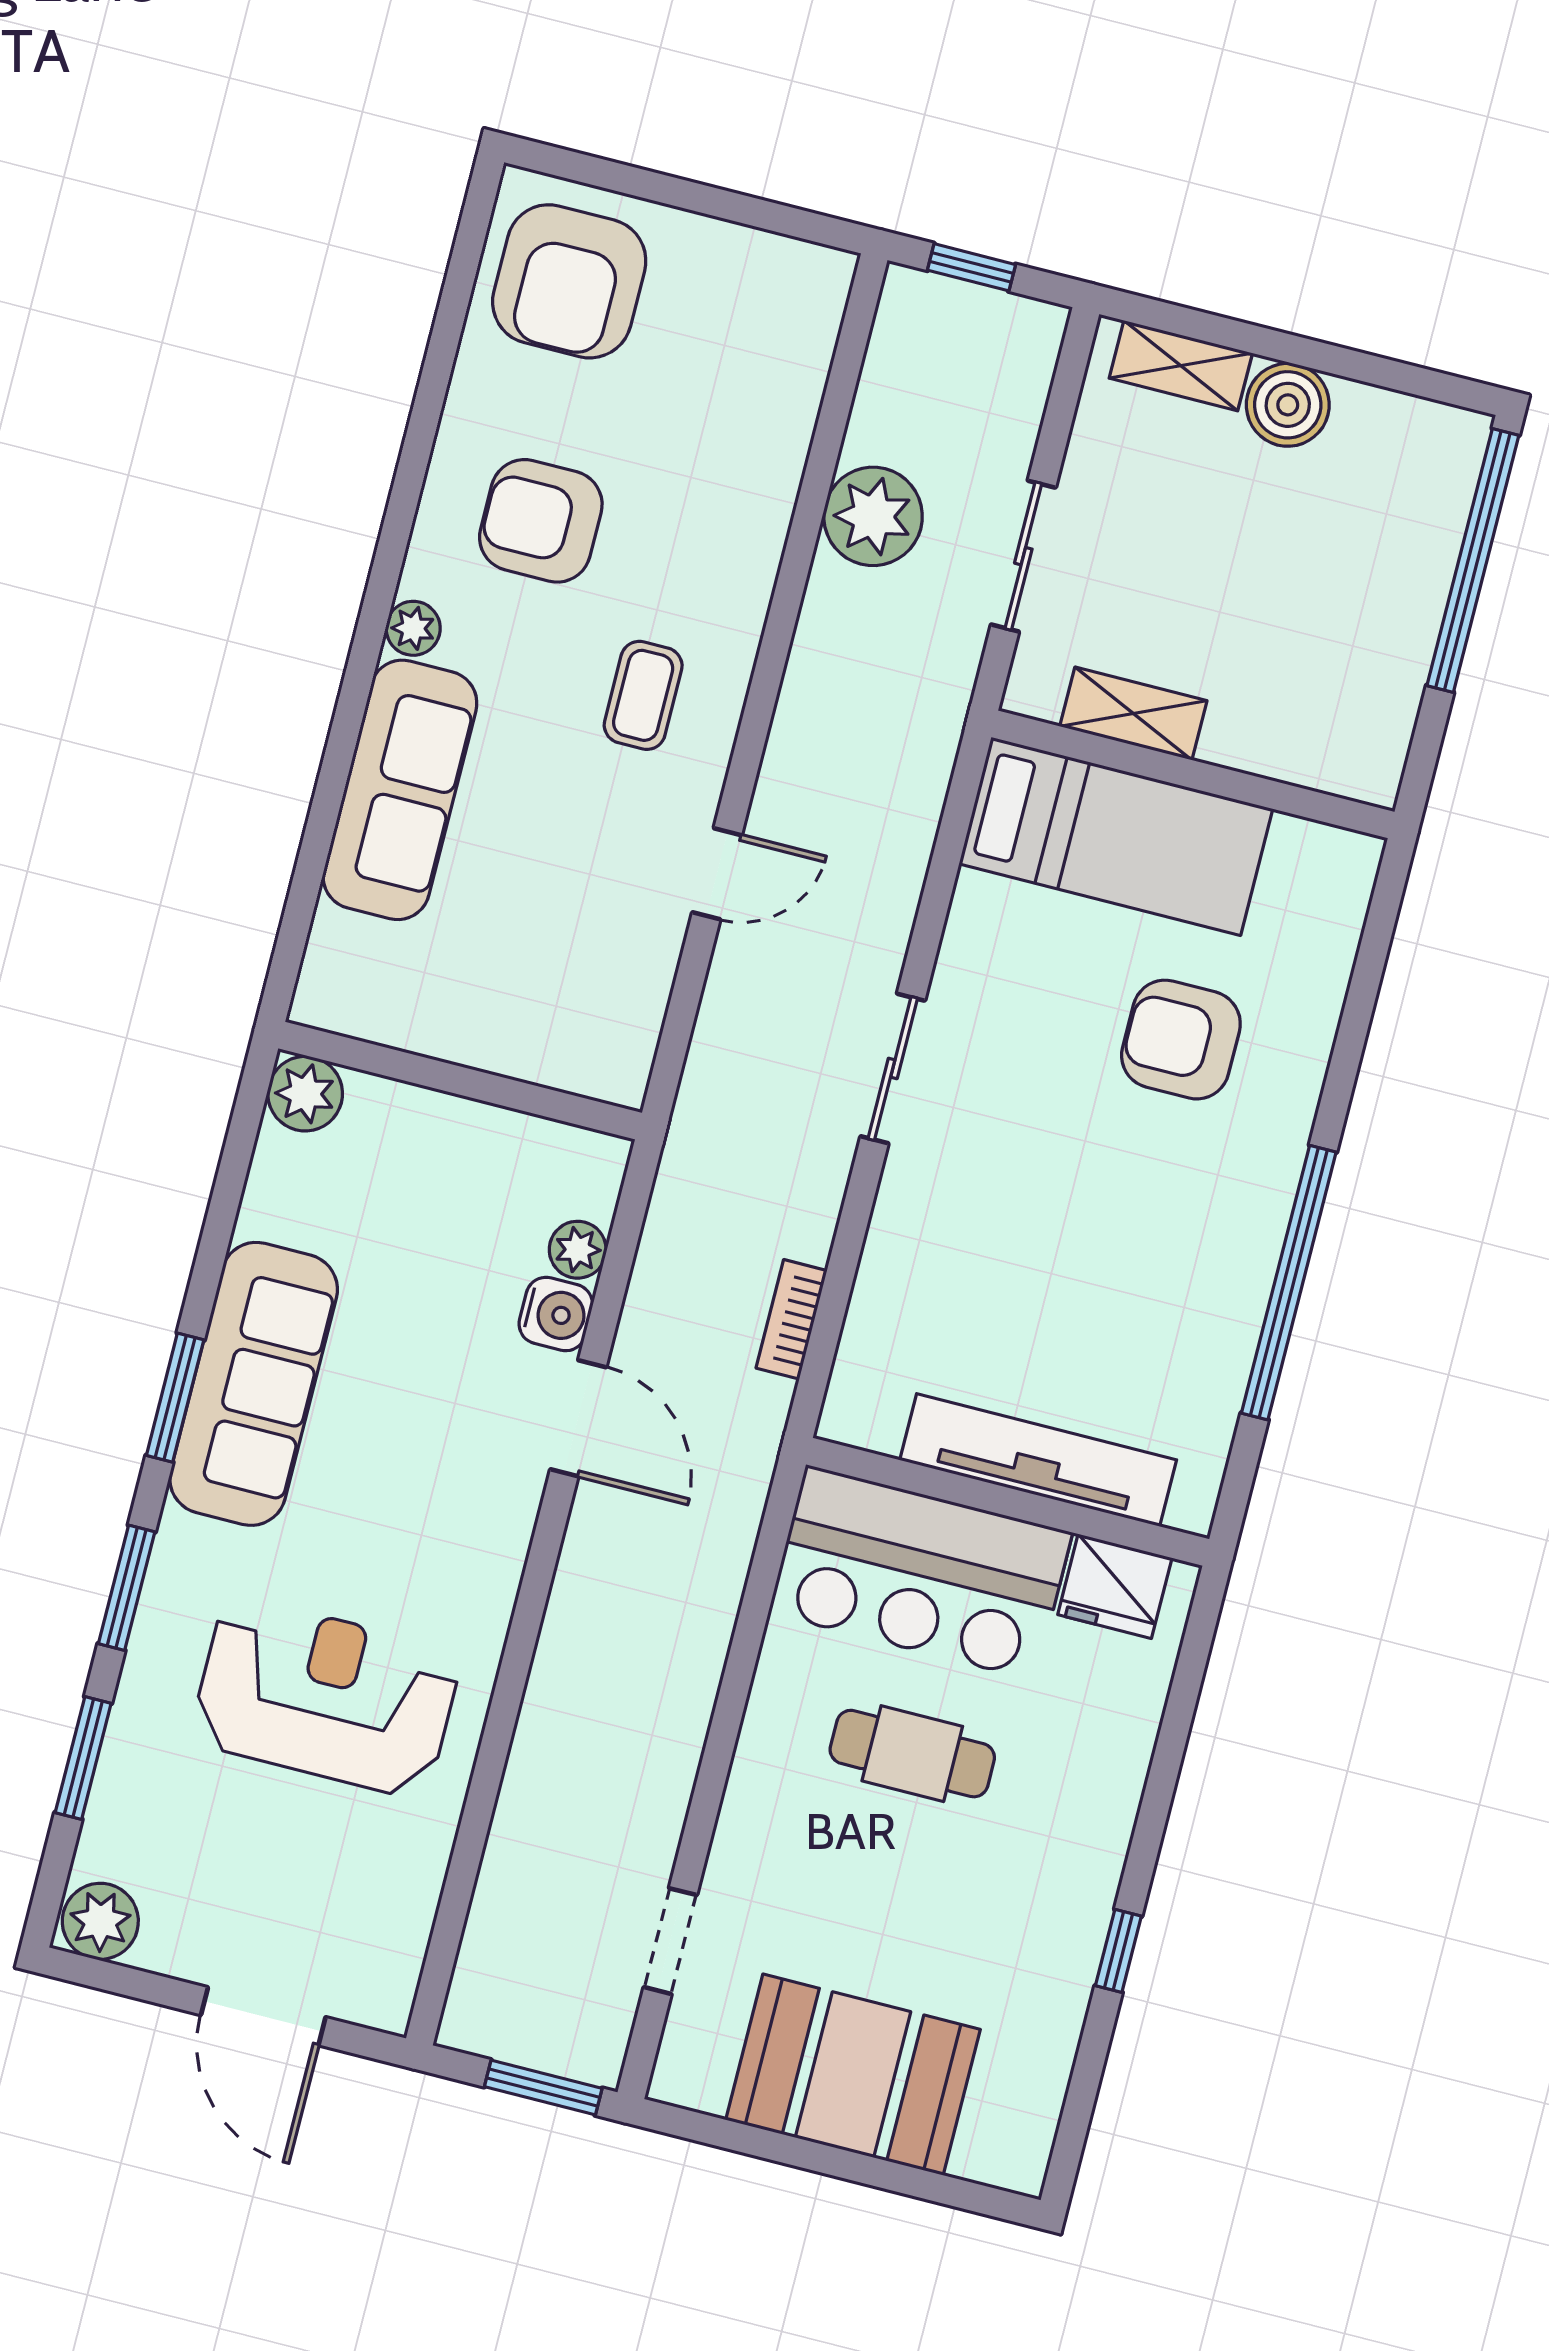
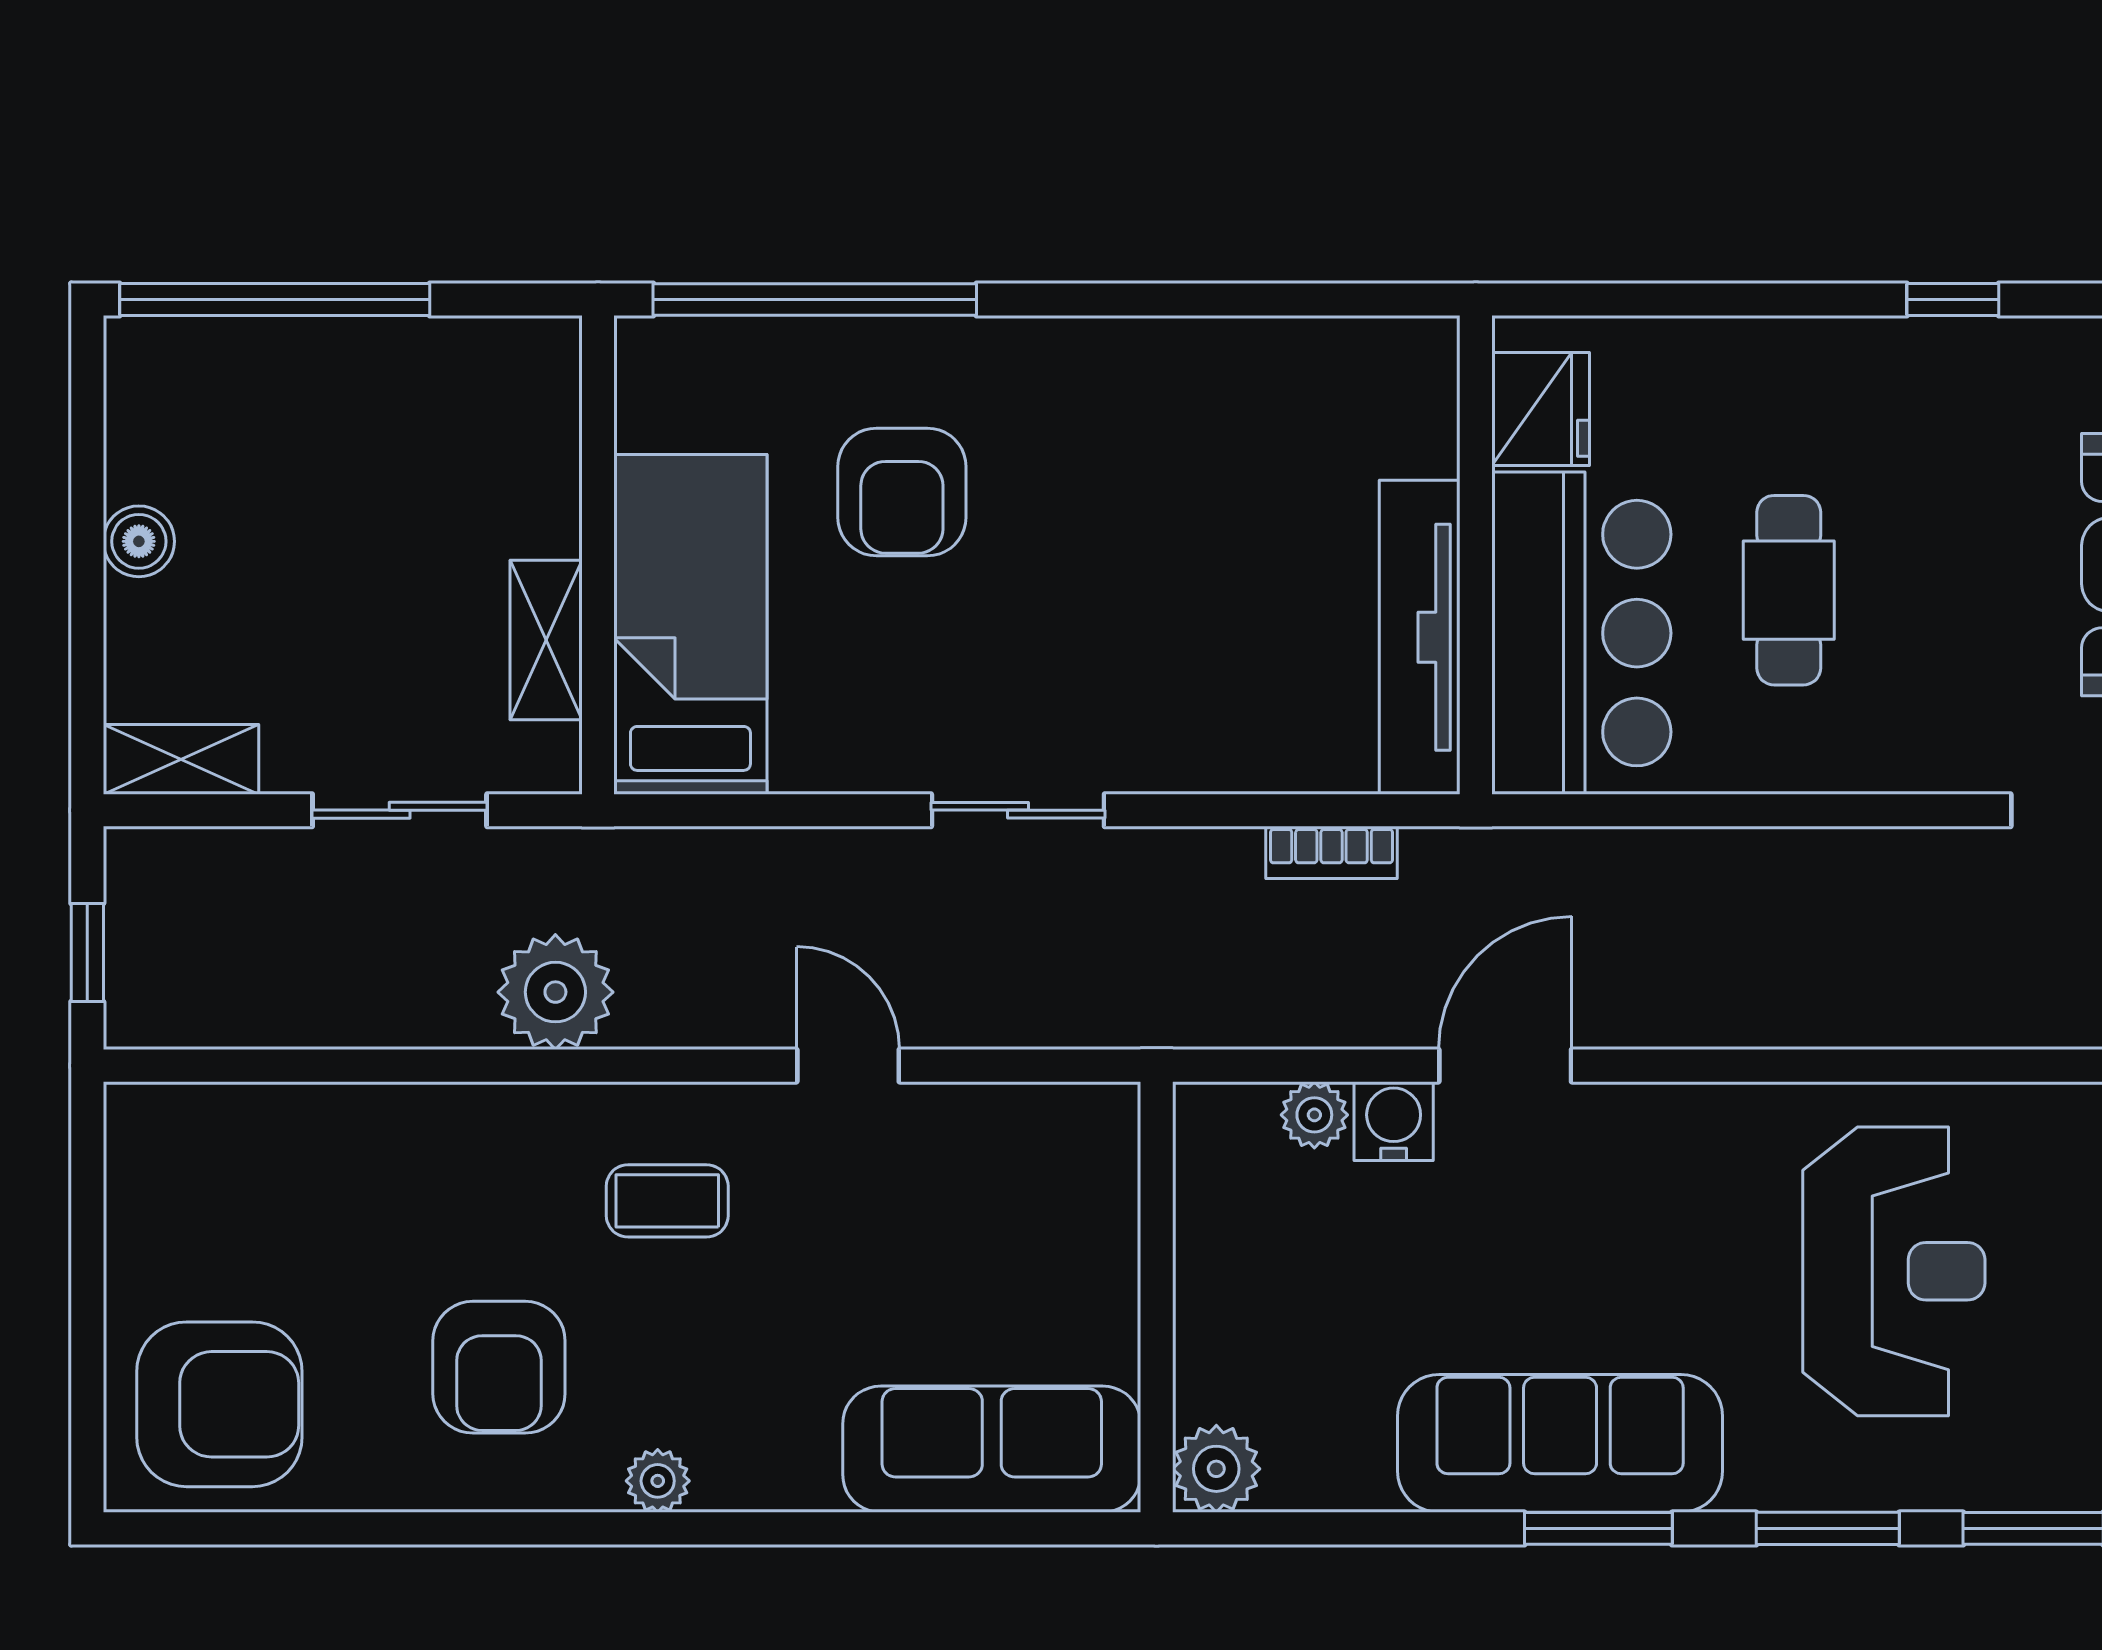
shelving: (1181, 366) -> (181, 759), moved, turned 90
boiler: (1288, 405) -> (139, 541), width x0.73, depth x0.73
plant: (873, 516) -> (555, 992), moved
sofa: (400, 790) -> (992, 1449), moved
window: (1289, 1283) -> (815, 300), moved
tv unit: (1038, 1460) -> (1420, 637), moved
reception desk: (326, 1697) -> (1894, 1271), turned 180

